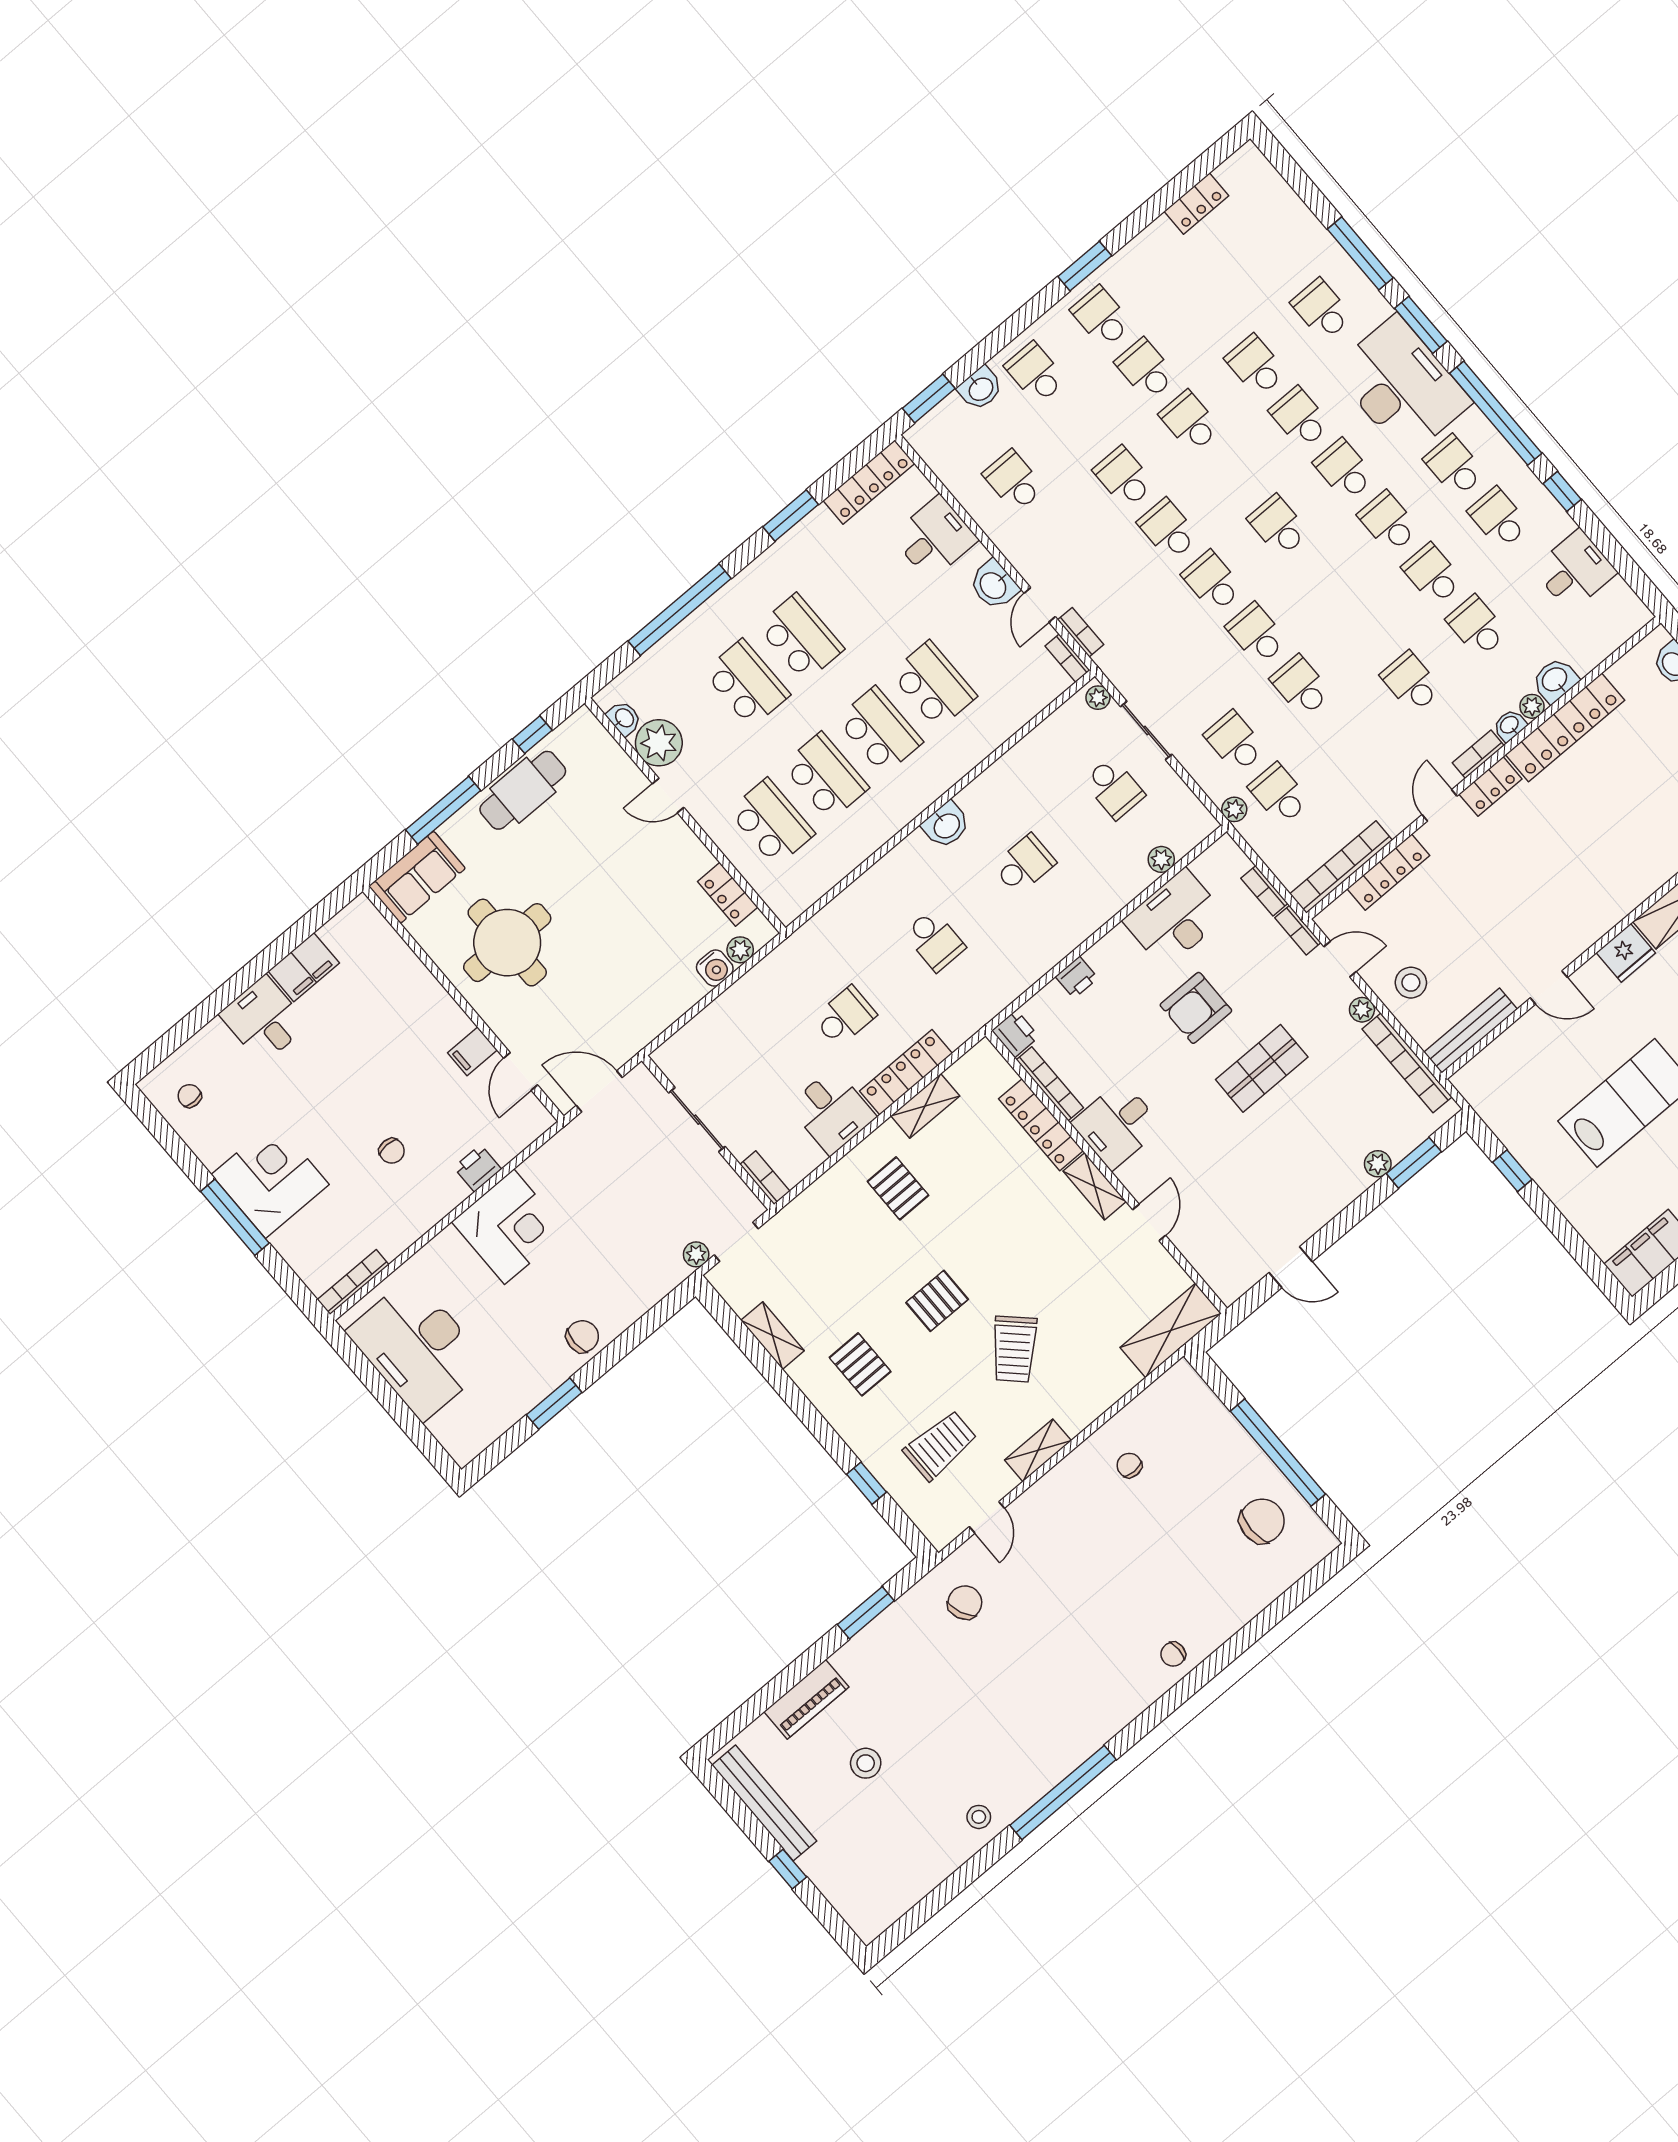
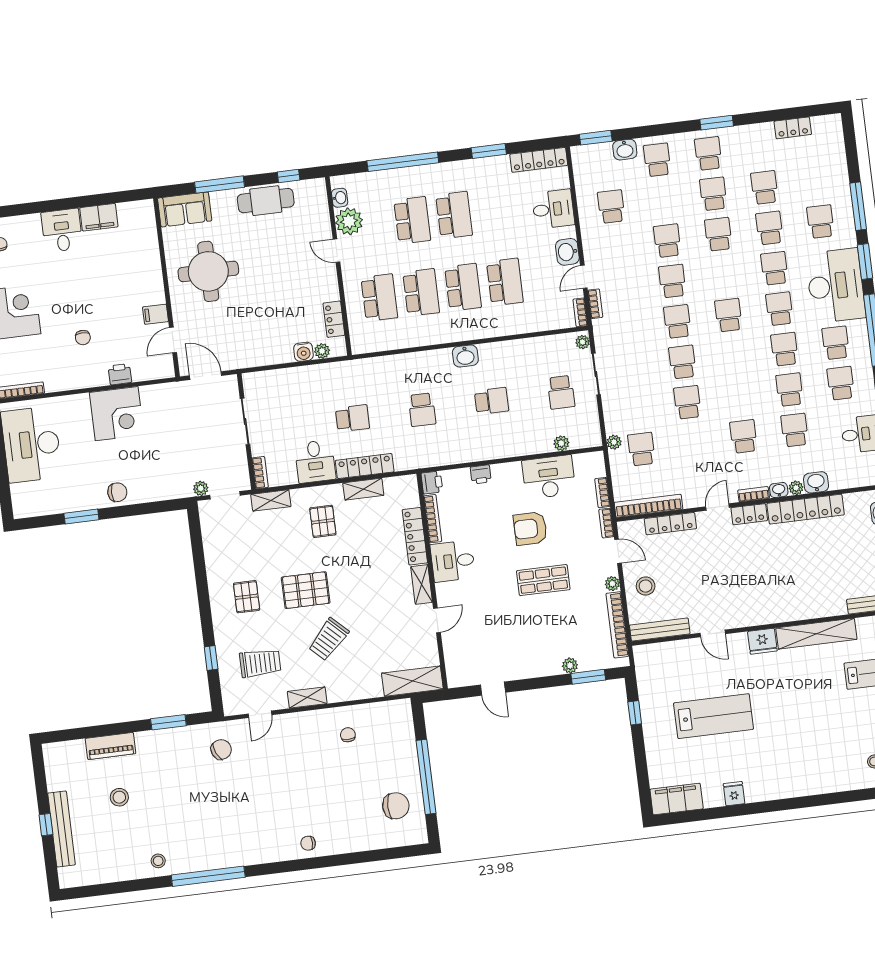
school desk: (1235, 742) -> (764, 188), moved
pallet: (937, 1301) -> (306, 590), width x1.50, depth x1.42
shelving: (773, 1335) -> (271, 500), moved, turned 90
bench: (764, 1803) -> (62, 829), moved

